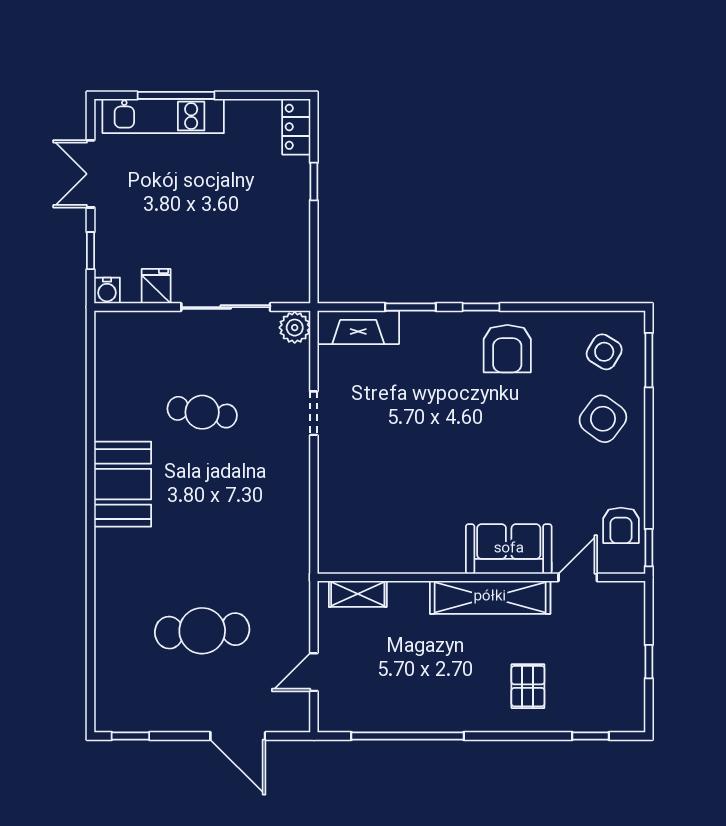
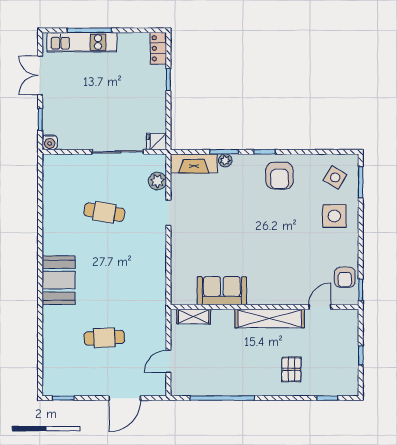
fridge: (156, 286) -> (156, 141), moved, turned -90
plant: (413, 322) -> (225, 160), added
plant: (295, 328) -> (157, 181), moved
side table: (603, 419) -> (334, 216), turned -37
booth: (123, 484) -> (59, 280), moved
sofa: (509, 549) -> (222, 291), moved
cafe table: (202, 631) -> (104, 338), width x0.73, depth x0.74
door: (238, 736) -> (125, 398), hinge flipped

